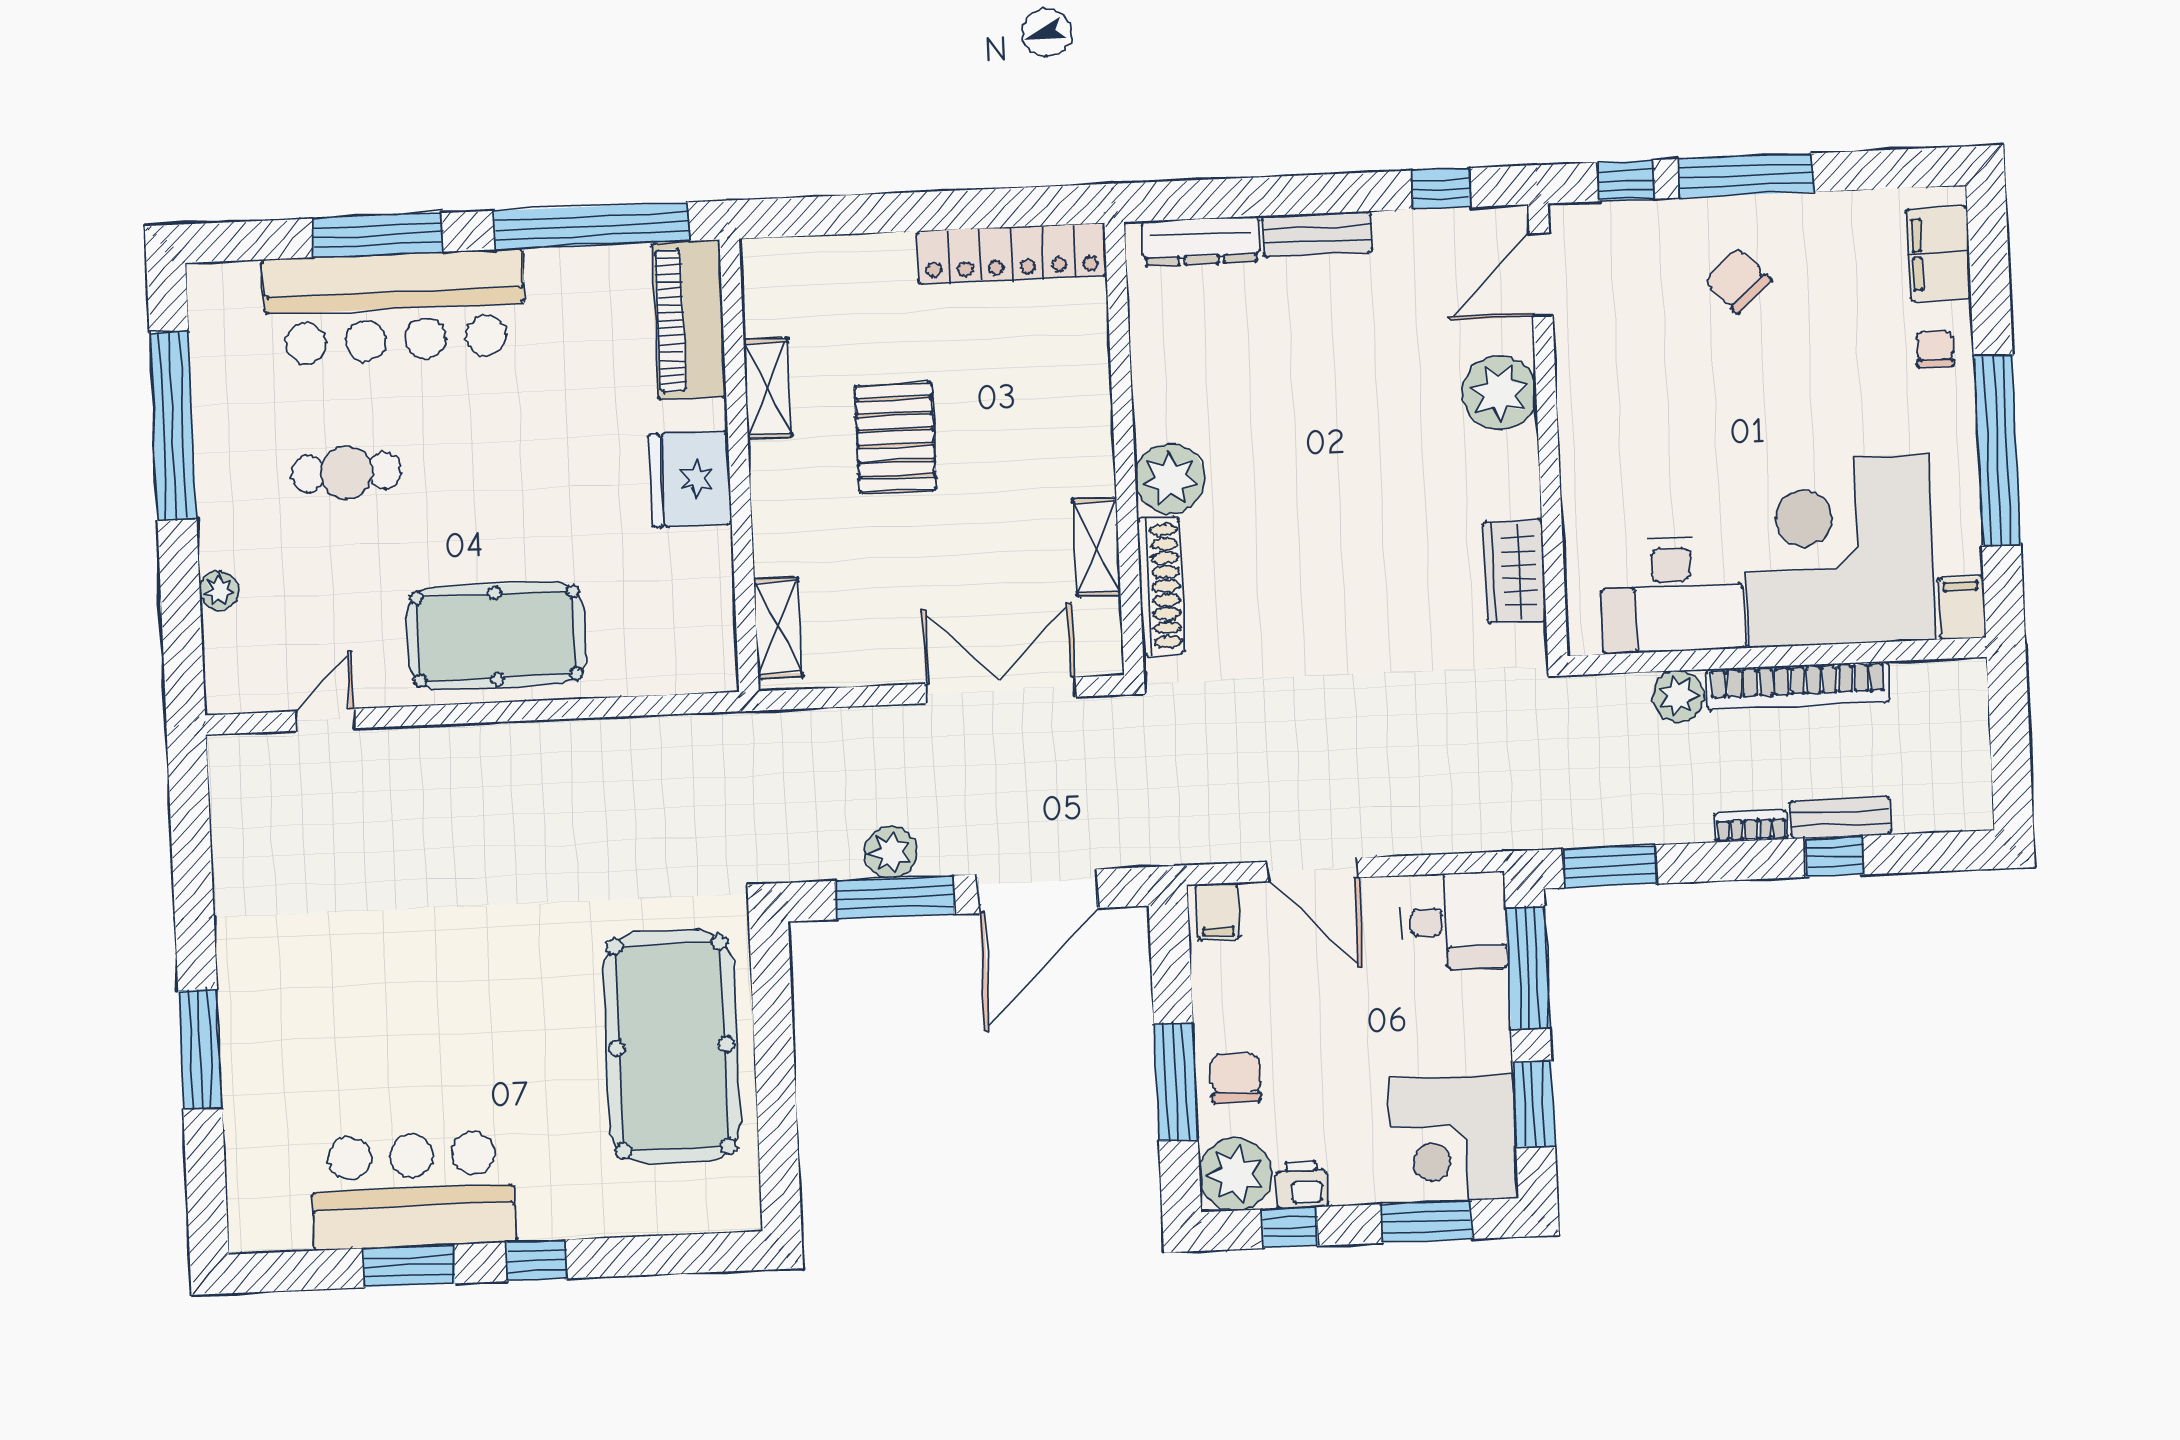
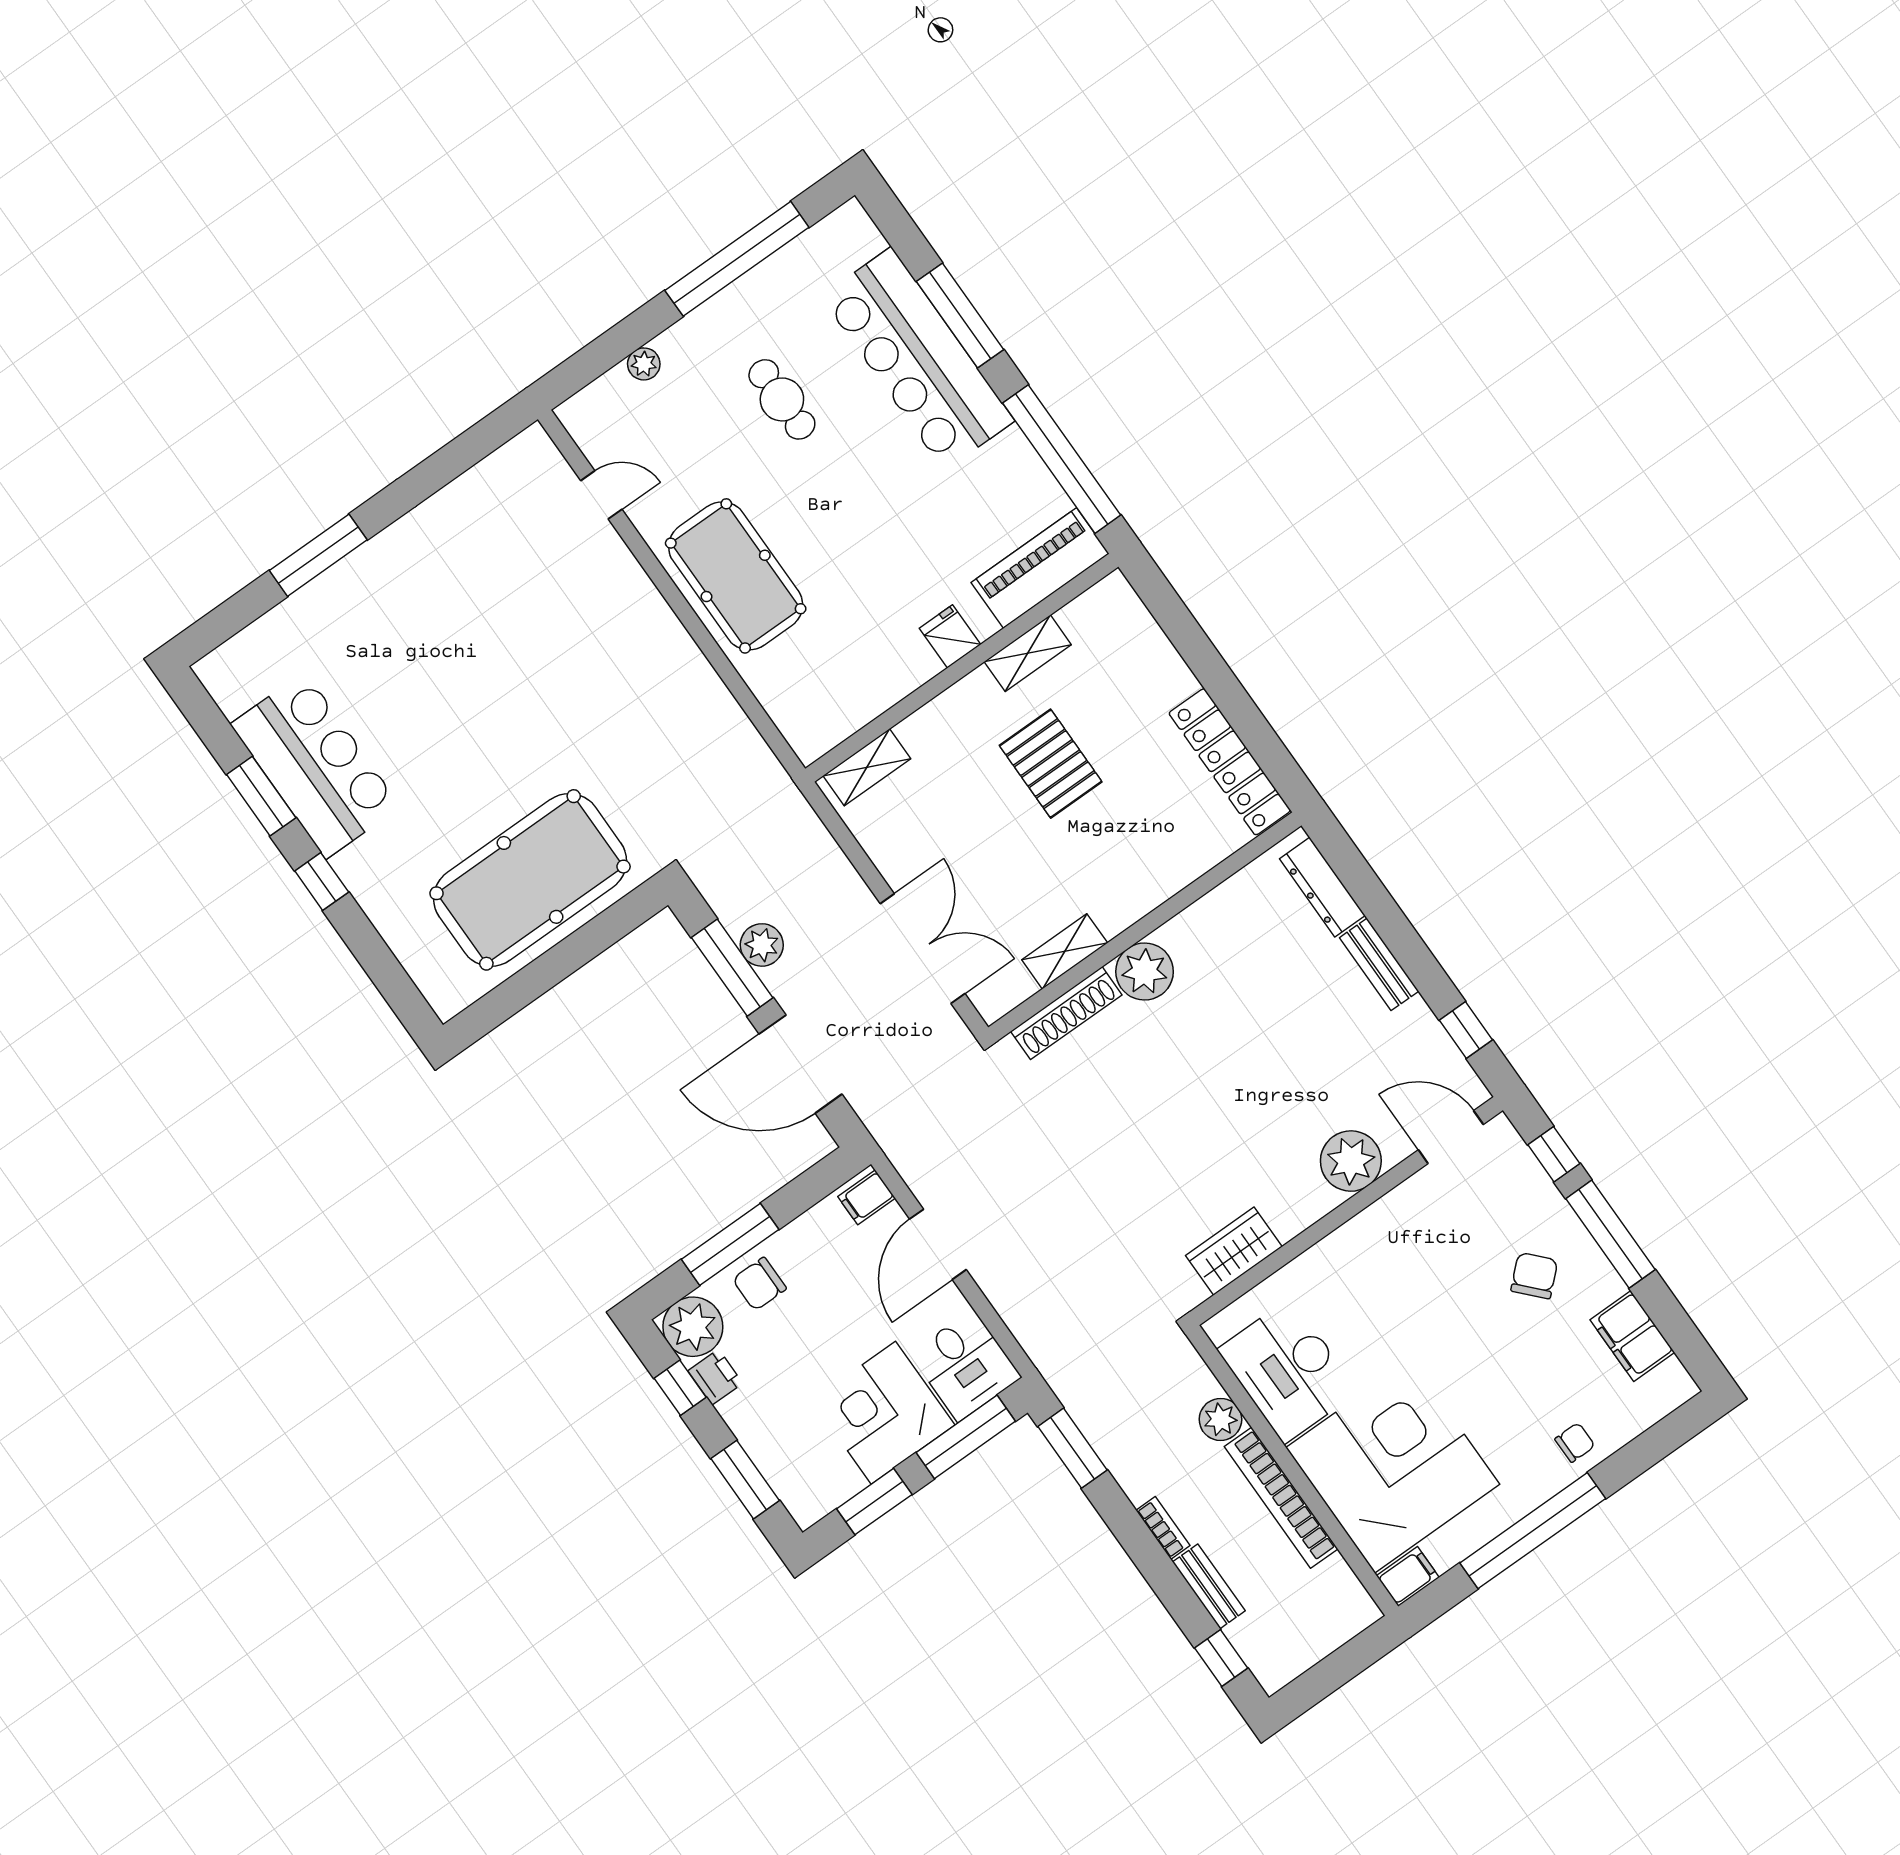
filing cabinet: (1939, 254) -> (1632, 1336), moved, turned -90
pallet: (896, 438) -> (1051, 764), turned 90
fridge: (690, 479) -> (950, 636), width x0.53, depth x0.75
window: (1835, 856) -> (1221, 1658), moved
chair: (1236, 1078) -> (759, 1284), turned 180
corner desk: (1453, 1139) -> (883, 1413), moved

